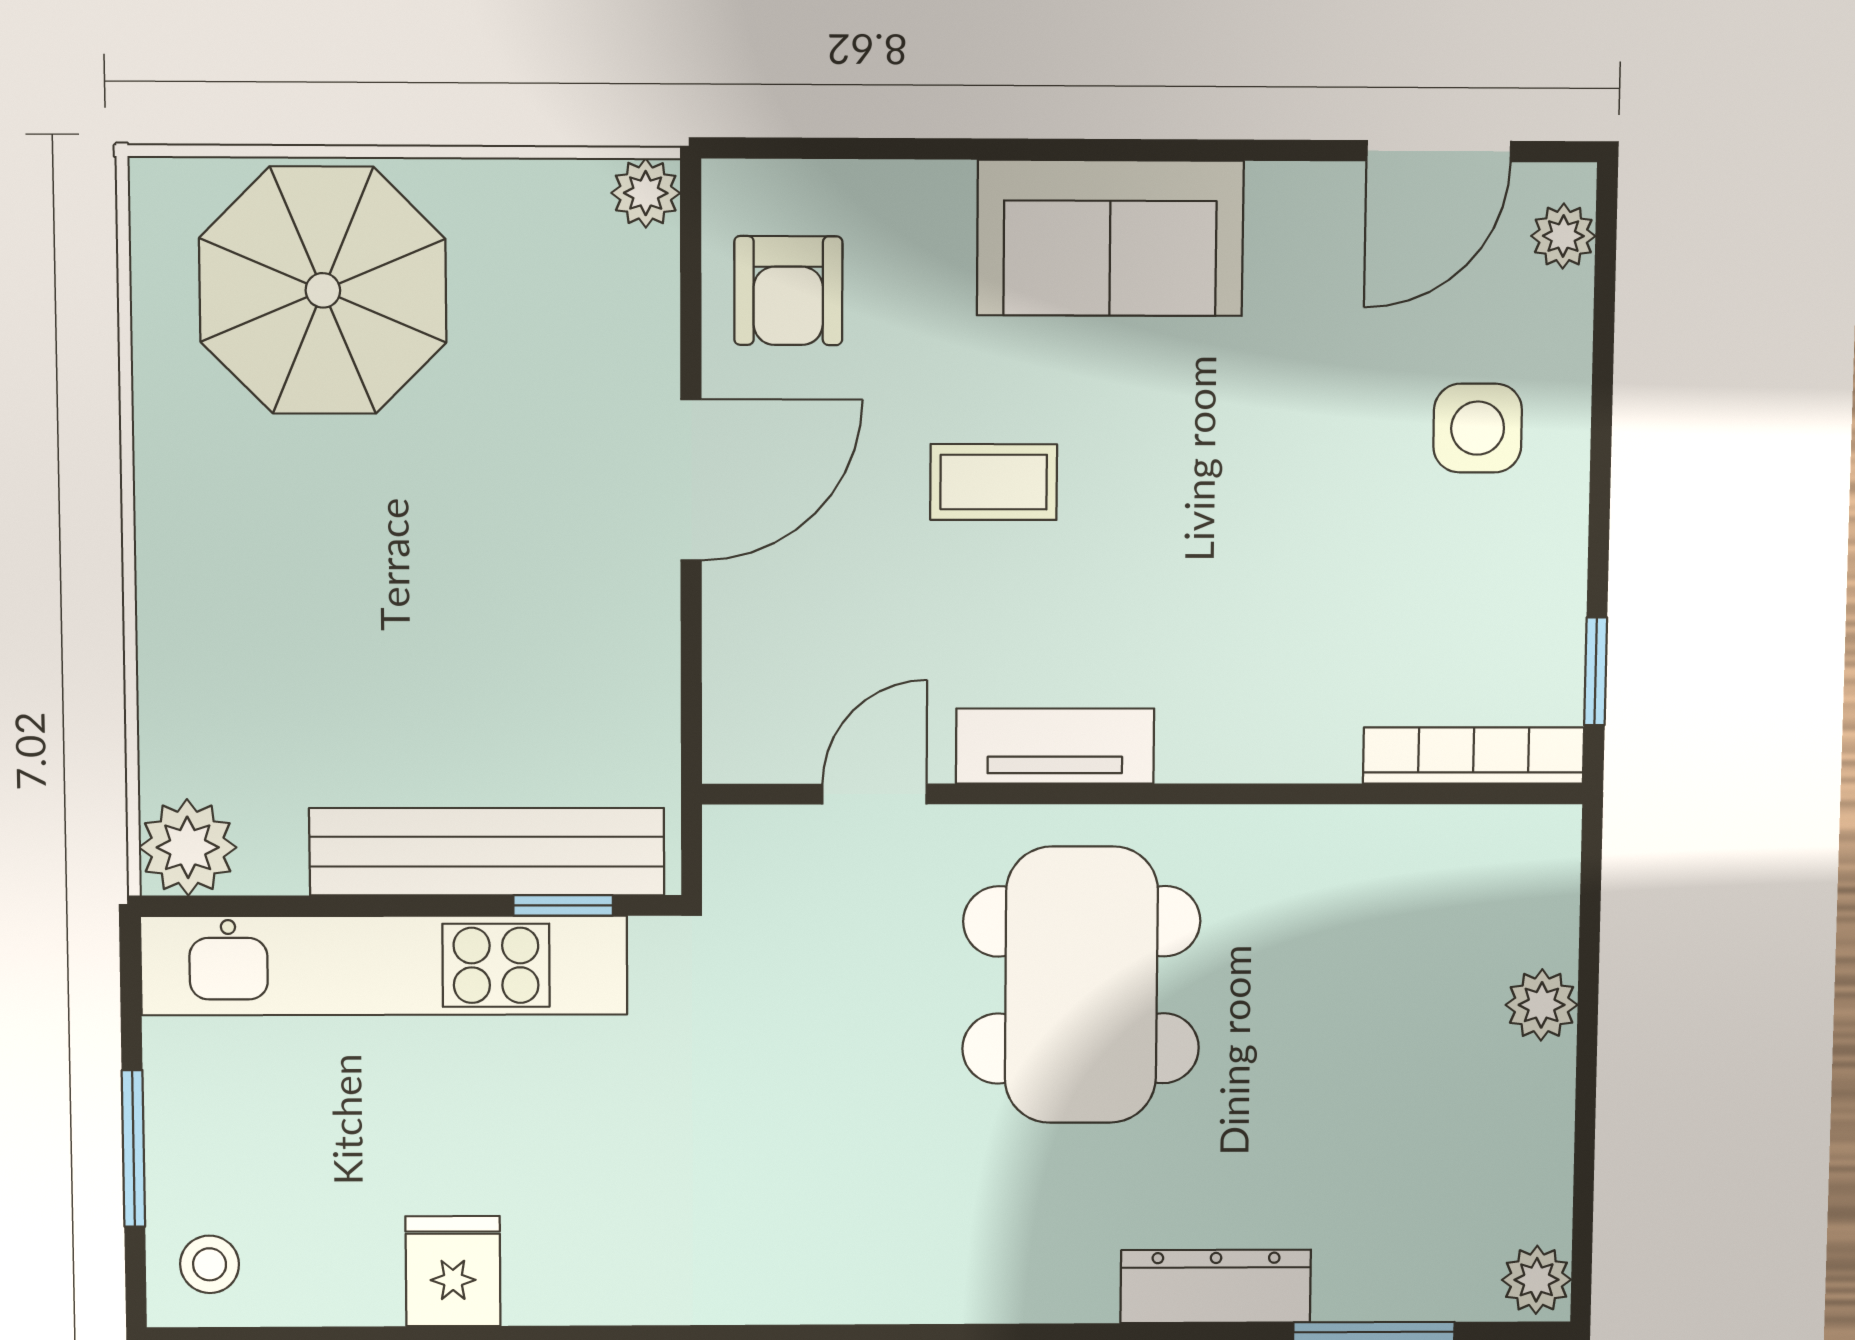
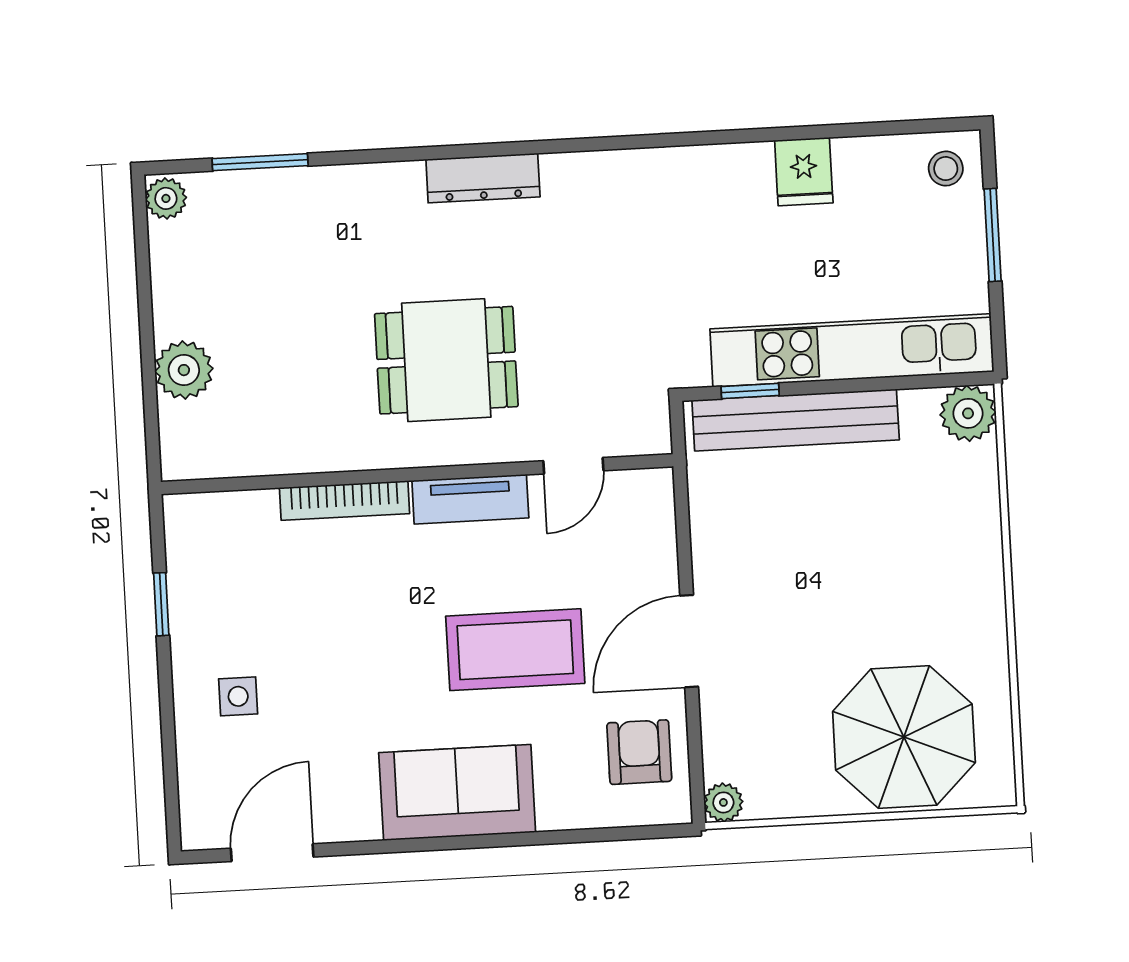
plant: (1563, 236) -> (197, 809), removed
side table: (1478, 428) -> (238, 696), width x0.73, depth x0.73
coffee table: (994, 482) -> (515, 650), width x1.86, depth x1.72
window: (1596, 671) -> (161, 604), moved
bookcase: (1474, 755) -> (345, 501), moved
dining table: (1081, 985) -> (446, 360), width x0.73
plant: (1542, 1005) -> (184, 370), width x1.38, depth x1.38
dresser: (1216, 1286) -> (483, 178), moved

